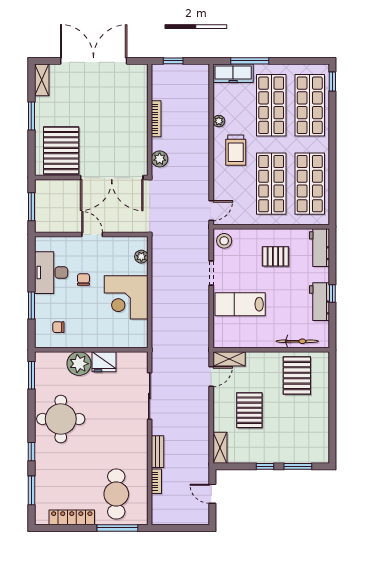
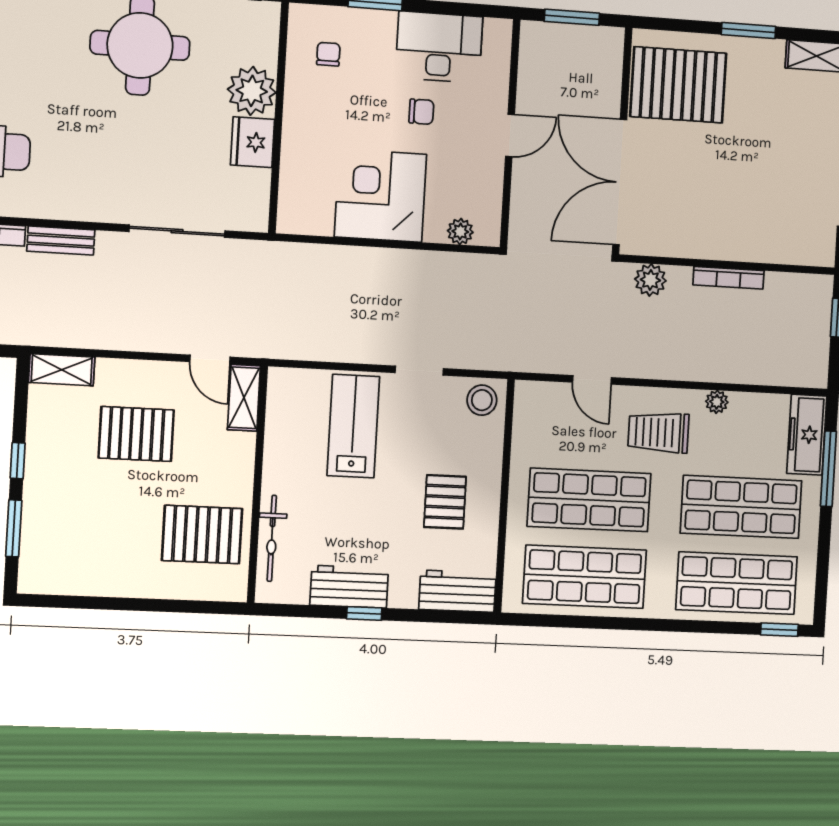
door: (211, 211) -> (592, 380), moved

